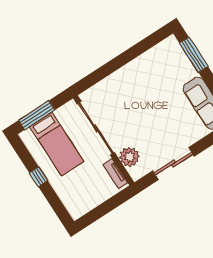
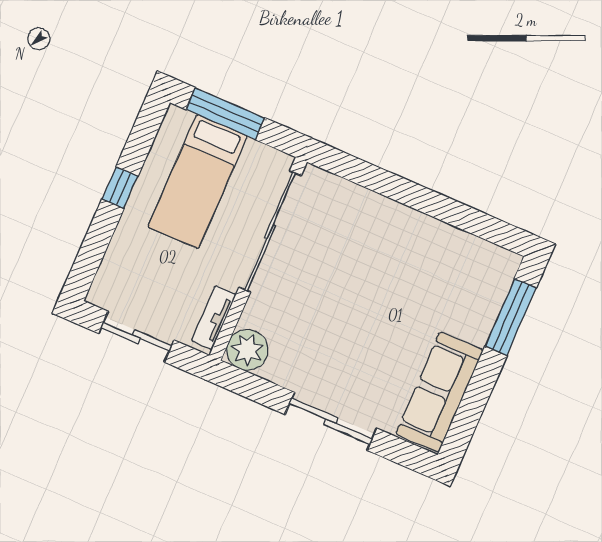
plant: (129, 157) -> (247, 350), moved
sliding door: (174, 164) -> (331, 421), moved
sliding door: (102, 210) -> (136, 337), added

